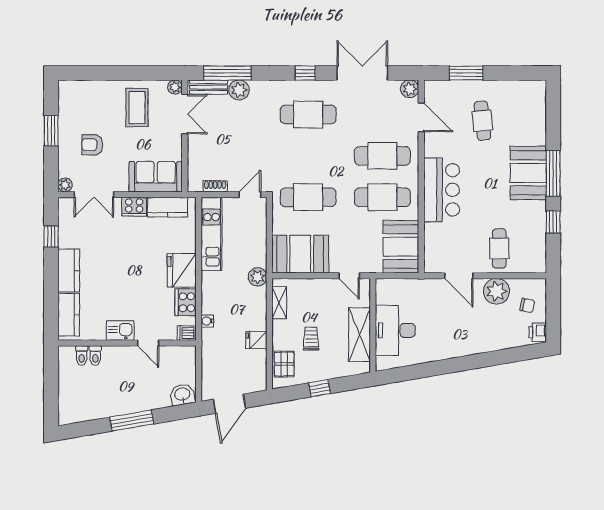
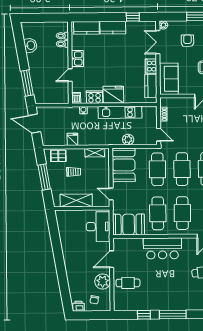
cafe table: (308, 156) -> (182, 169), added
booth: (528, 173) -> (173, 300), removed
kitchen unit: (212, 234) -> (120, 112), moved
door: (349, 276) -> (111, 194), hinge flipped
plant: (258, 277) -> (128, 140), moved
desk: (395, 330) -> (98, 227), moved, turned 90
window: (320, 388) -> (44, 177), width x2.17
washbasin: (182, 395) -> (30, 45), moved
window: (132, 421) -> (27, 83), moved

